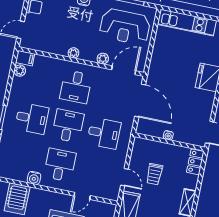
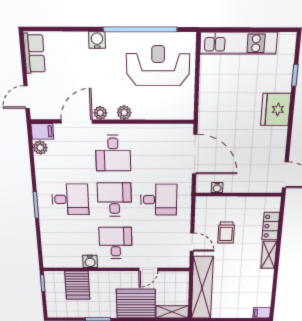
reception desk: (125, 27) -> (158, 66), turned 180
plant: (103, 59) -> (124, 112), moved
door: (124, 70) -> (77, 121), moved
water cooler: (168, 135) -> (217, 188), moved
locker: (195, 162) -> (271, 226), moved

